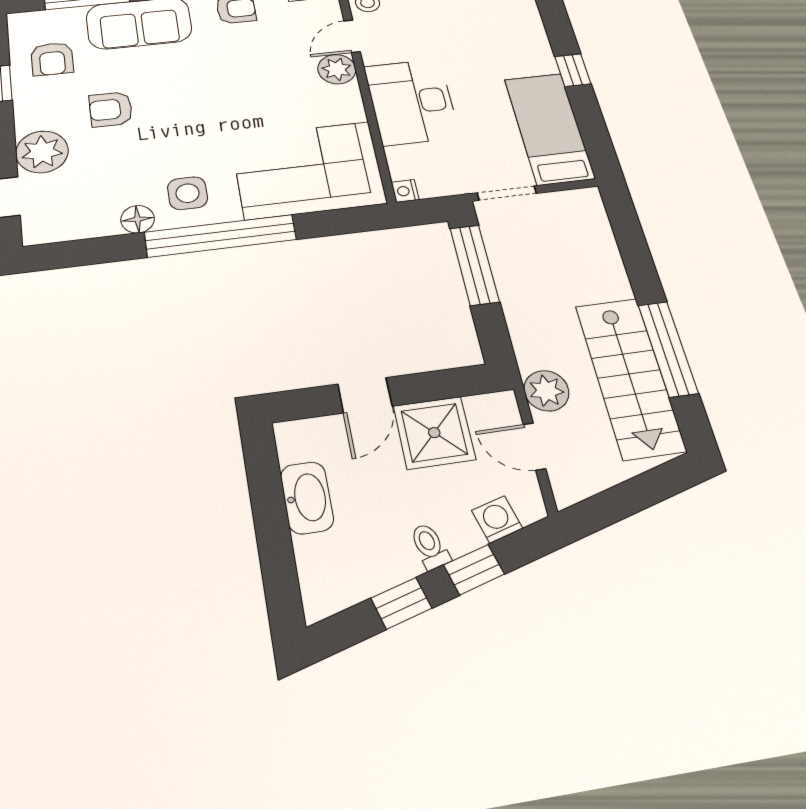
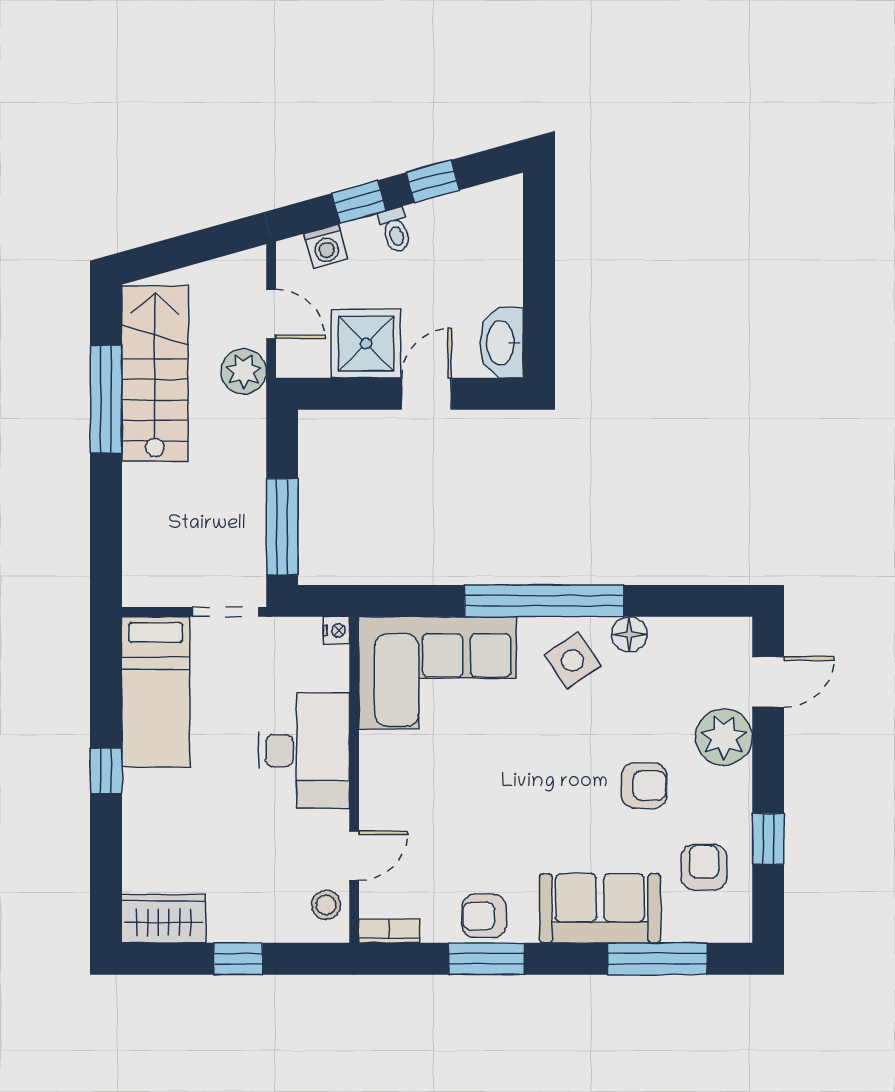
plant: (337, 69) -> (381, 809), removed
side table: (188, 193) -> (572, 660), turned -34
washbasin: (307, 498) -> (502, 343), moved

